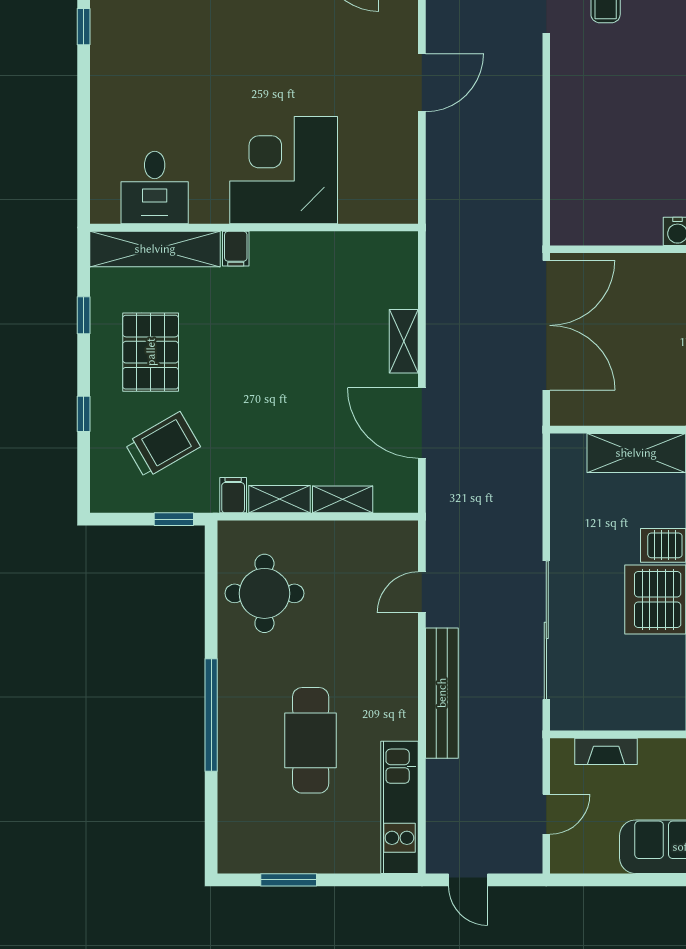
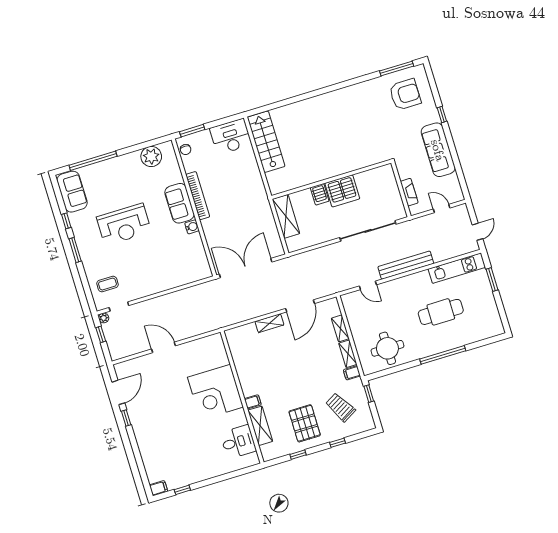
shelving: (155, 249) -> (260, 426), width x0.68
pallet: (151, 352) -> (305, 423), turned 90
window: (289, 880) -> (492, 280), moved

